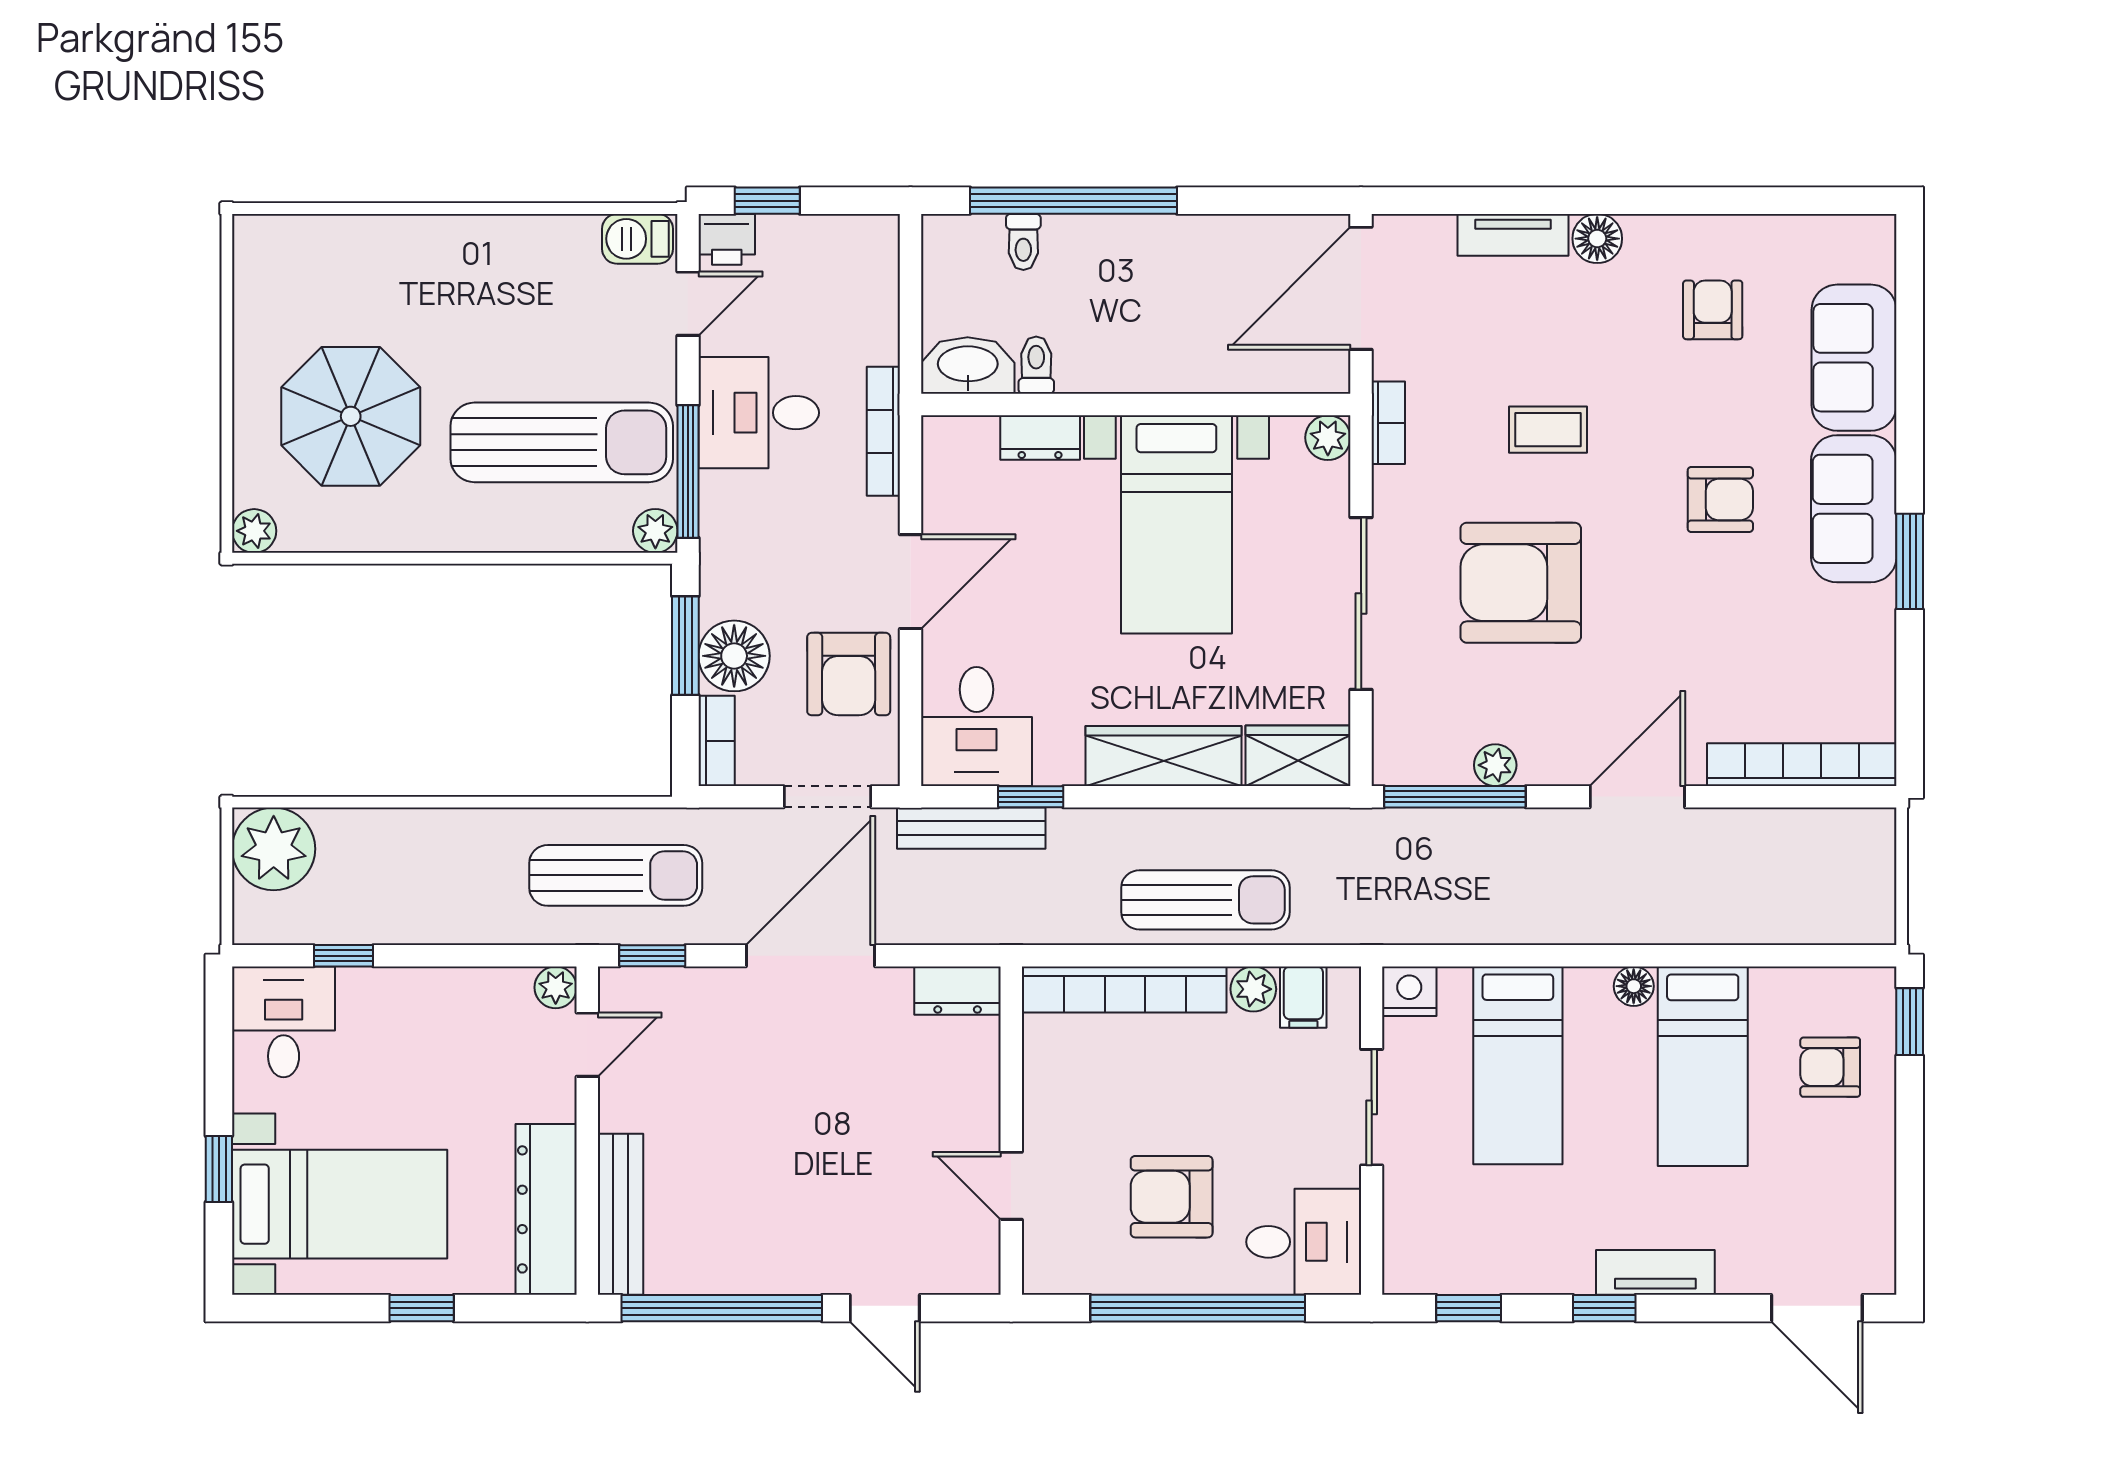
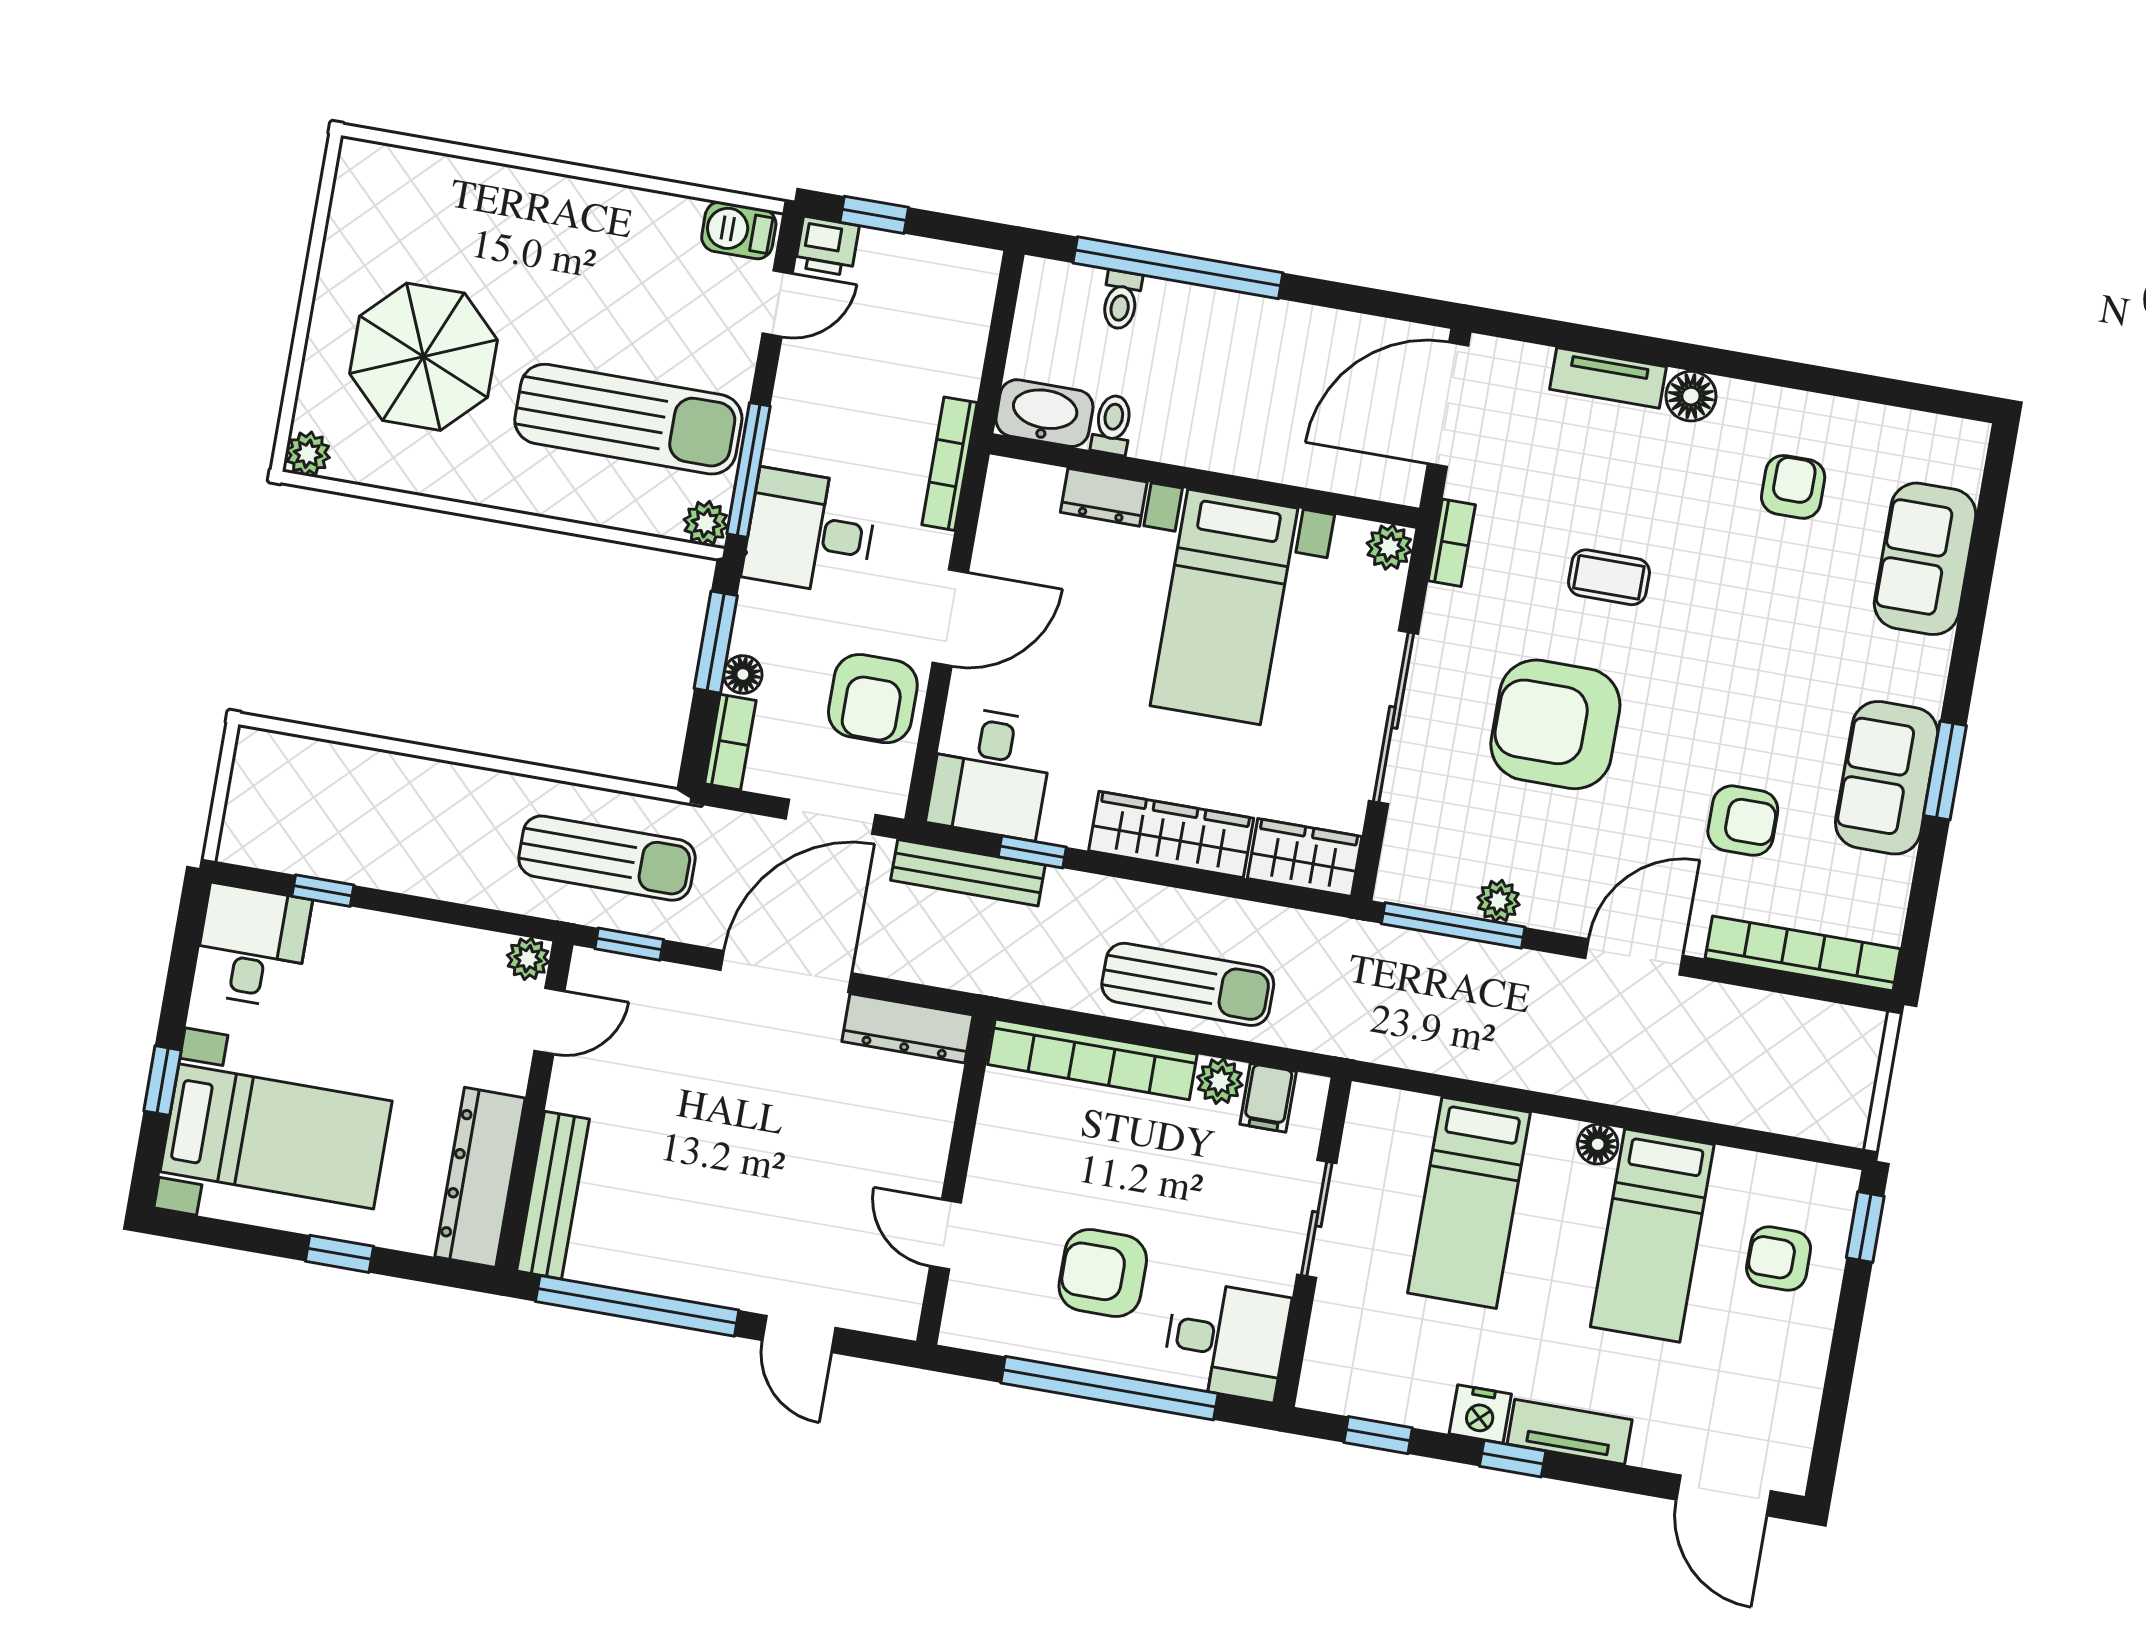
desk: (759, 413) -> (810, 532), moved
armchair: (1720, 499) -> (1743, 821), moved
sofa: (1854, 509) -> (1887, 778), moved
floor lamp: (734, 656) -> (743, 675), width x0.53, depth x0.53
plant: (274, 849) -> (272, 772), removed
dresser: (958, 991) -> (907, 1028), width x1.44
nightstand: (1409, 991) -> (1480, 1414), moved, turned 180

